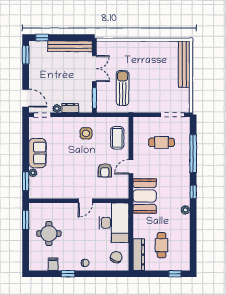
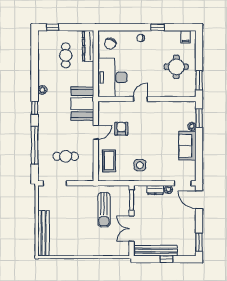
window: (42, 38) -> (166, 259), moved
filing cabinet: (53, 264) -> (186, 37), moved

